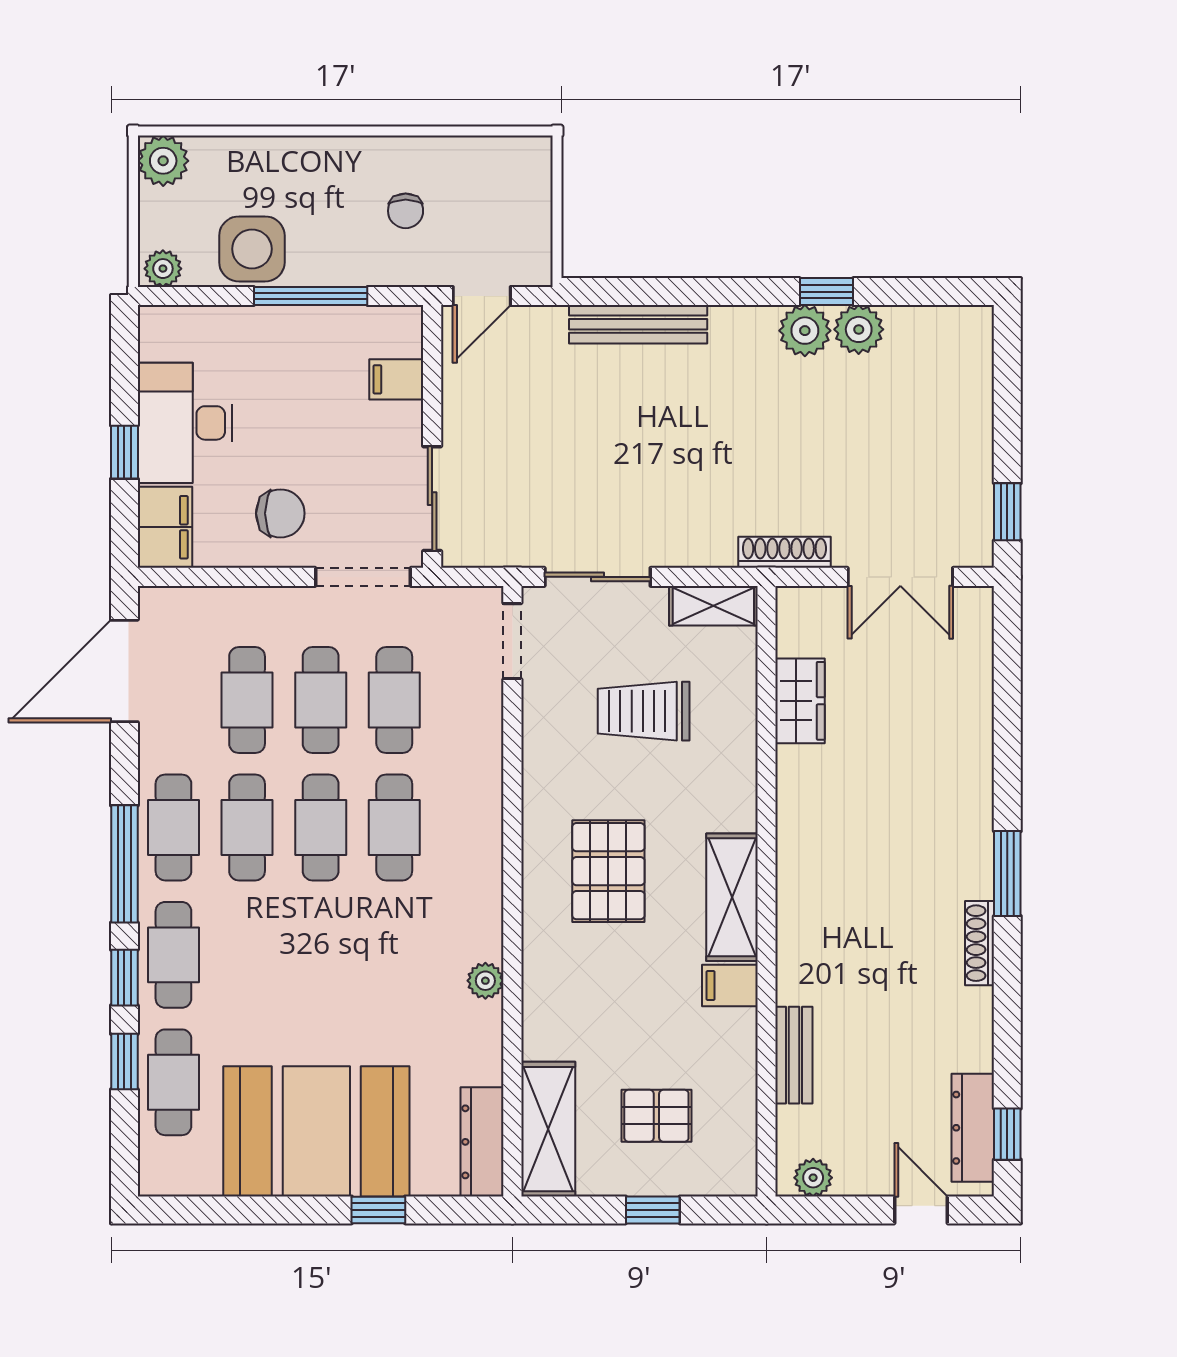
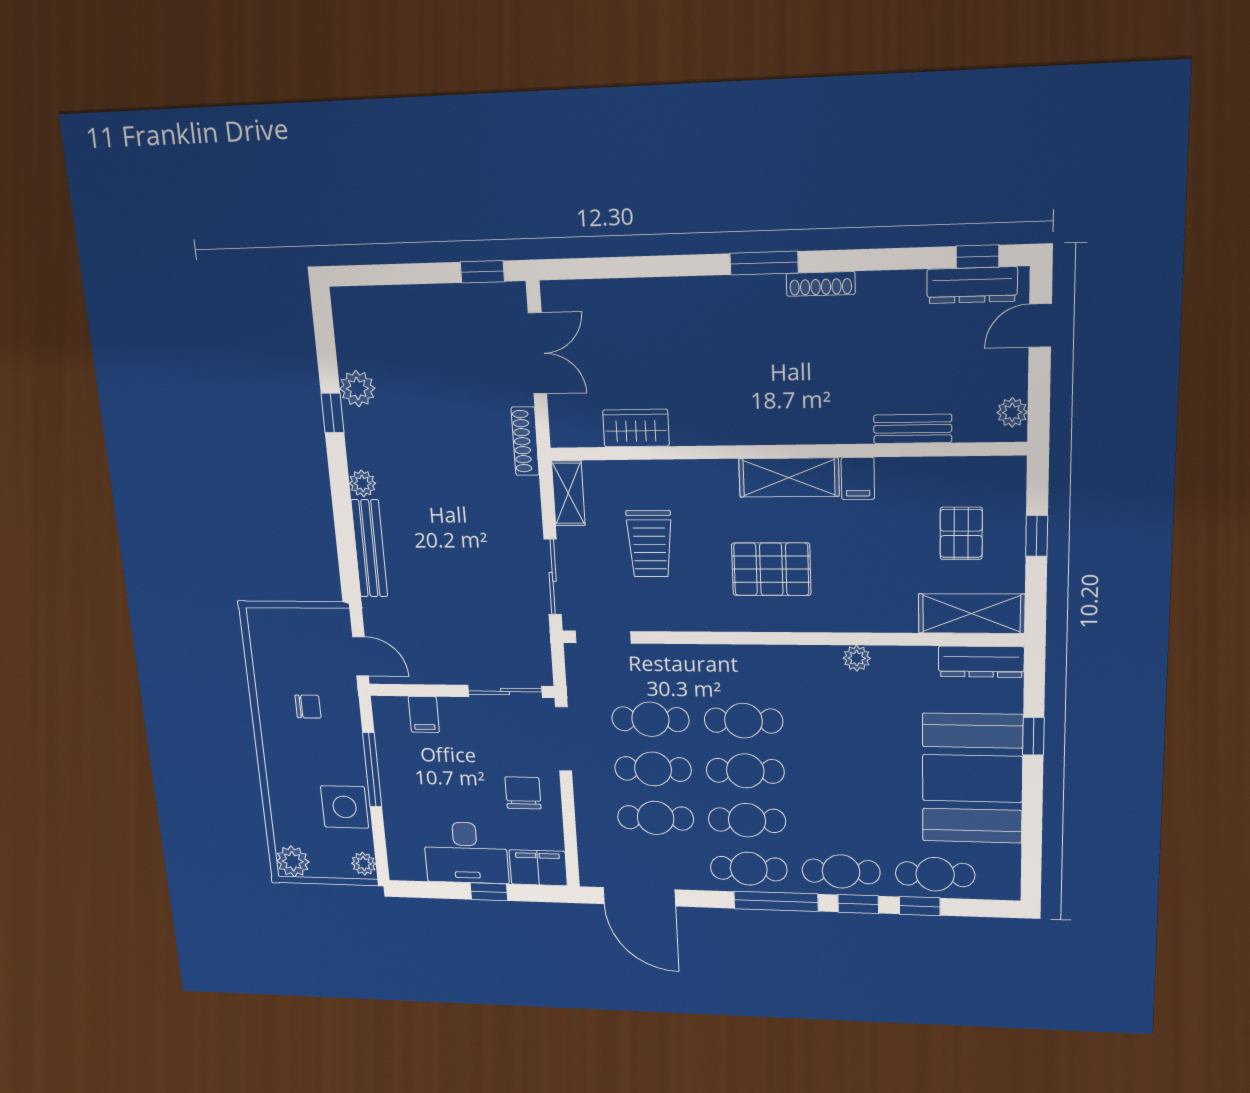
plant: (805, 331) -> (362, 483), moved, width x0.73, depth x0.73

